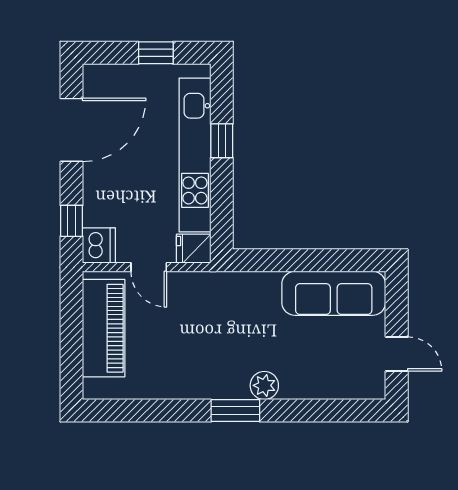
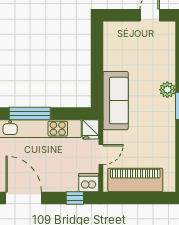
window: (222, 141) -> (30, 114), width x2.17
sofa: (334, 293) -> (116, 101), moved

